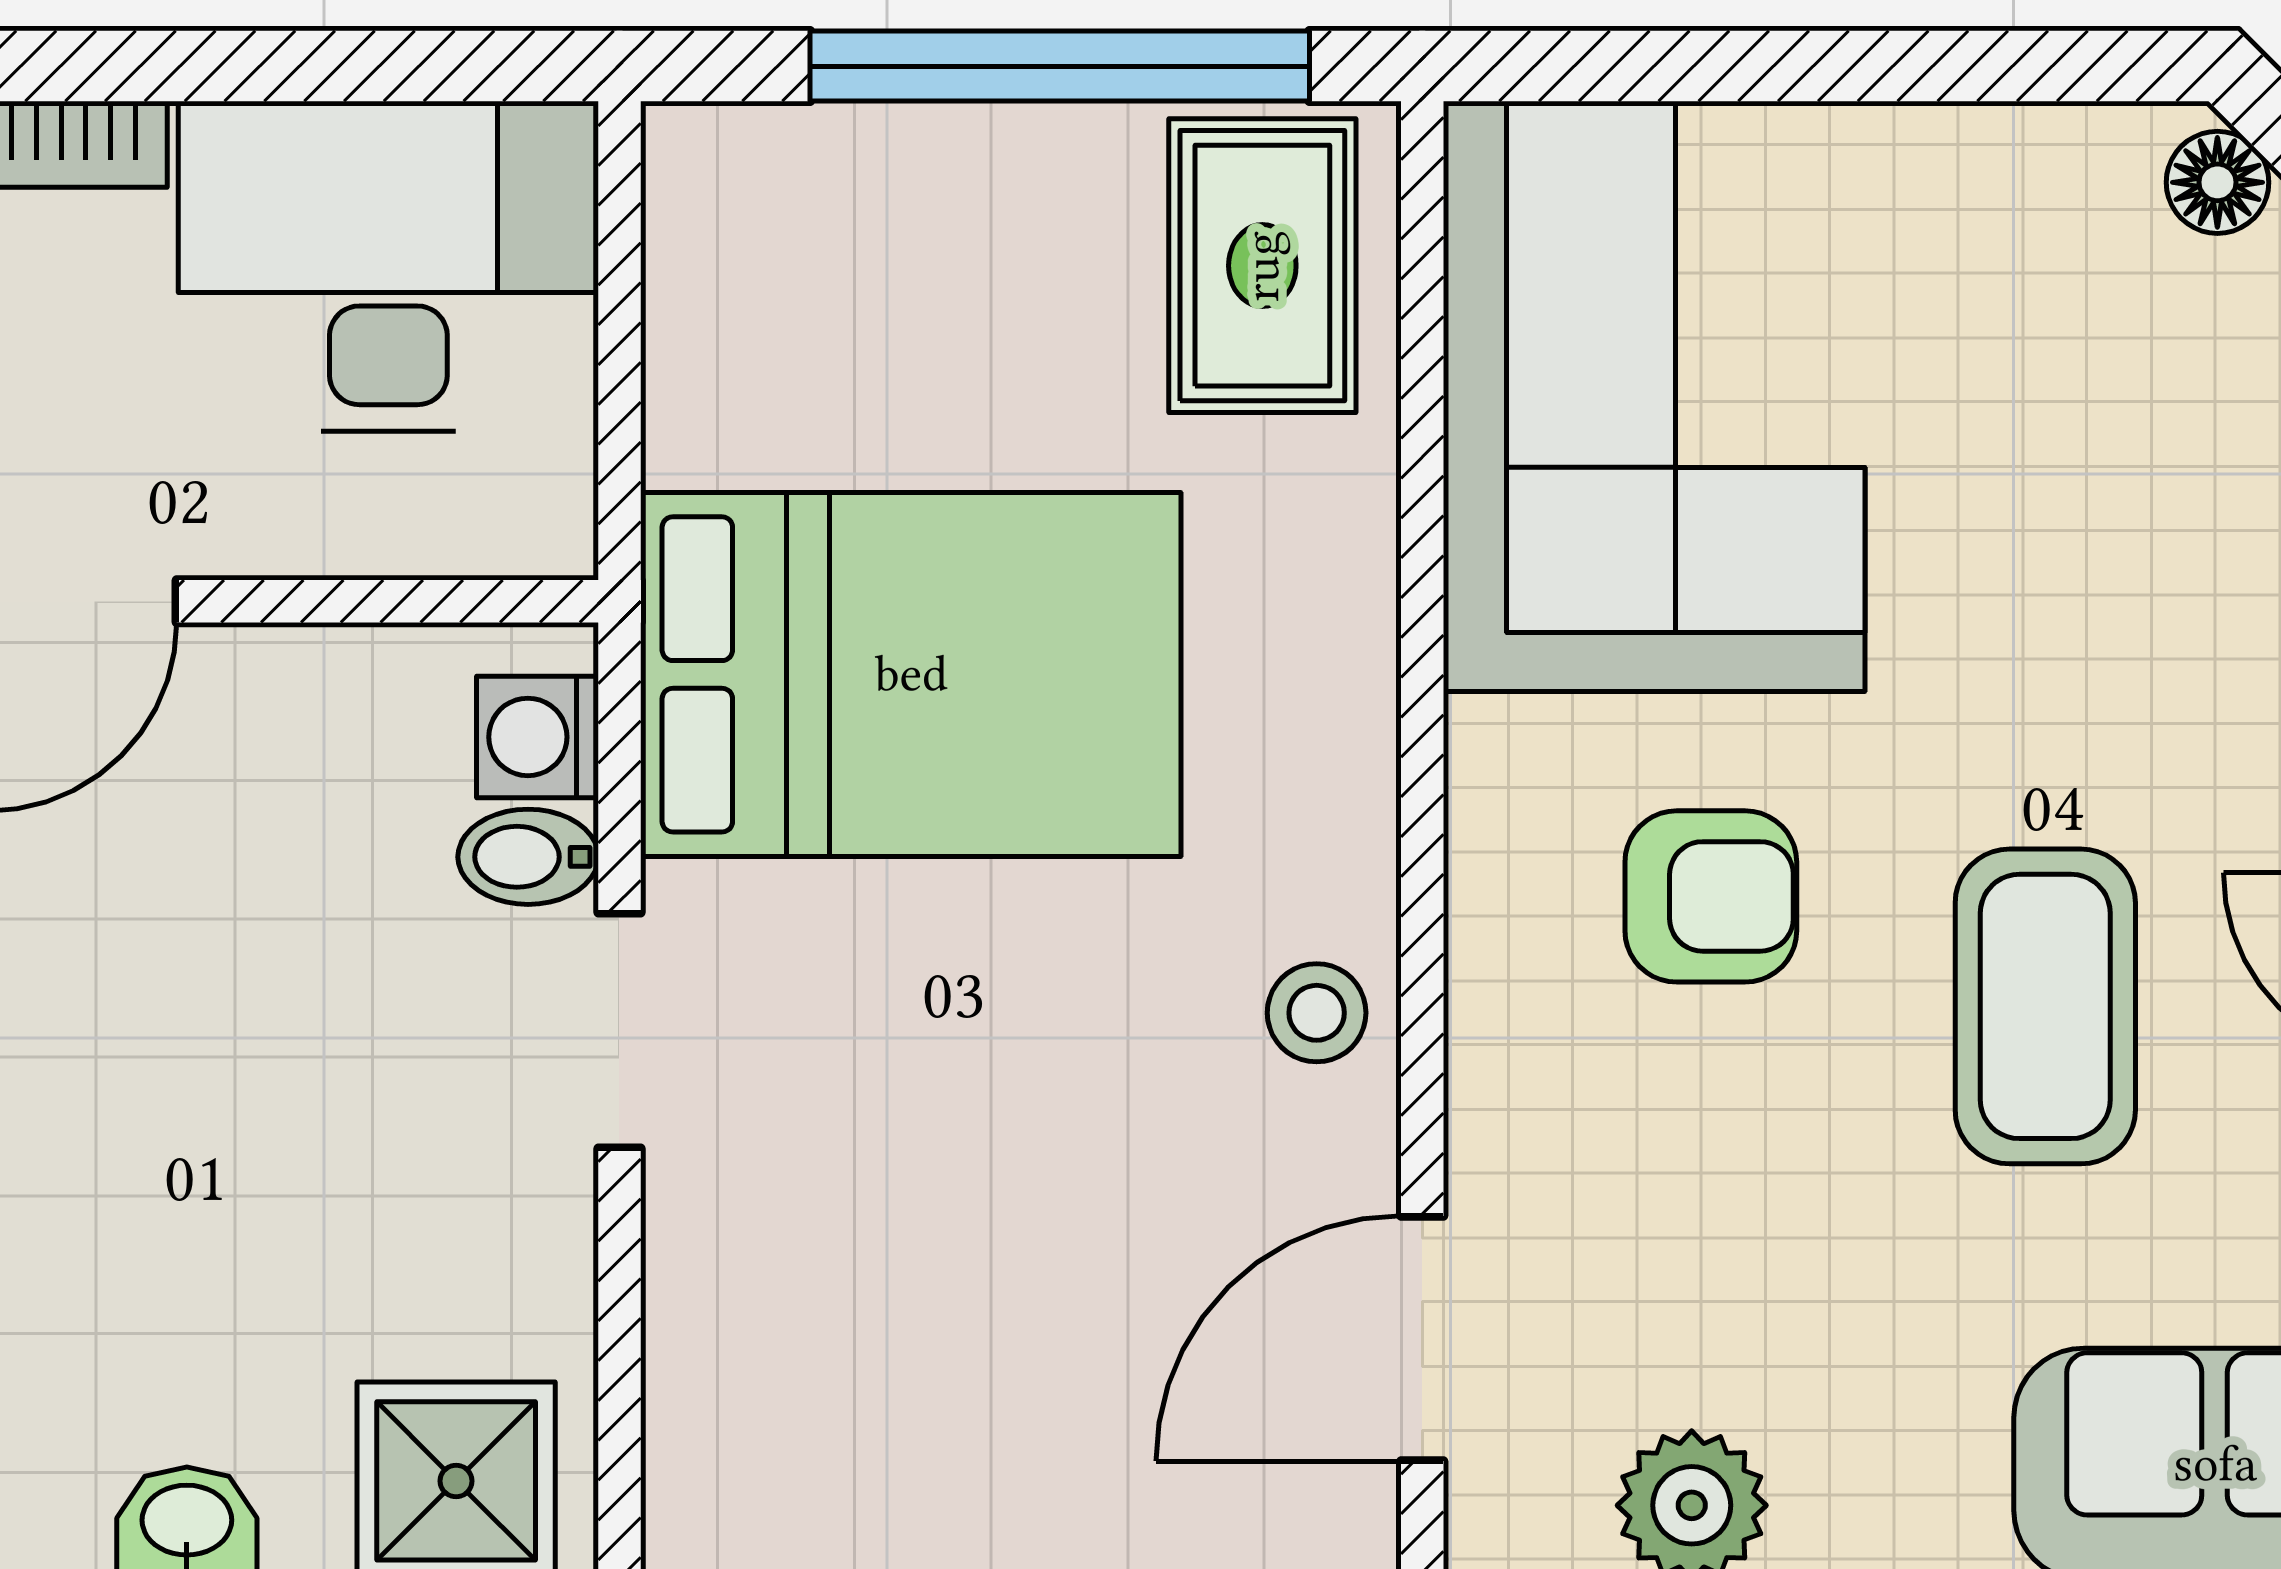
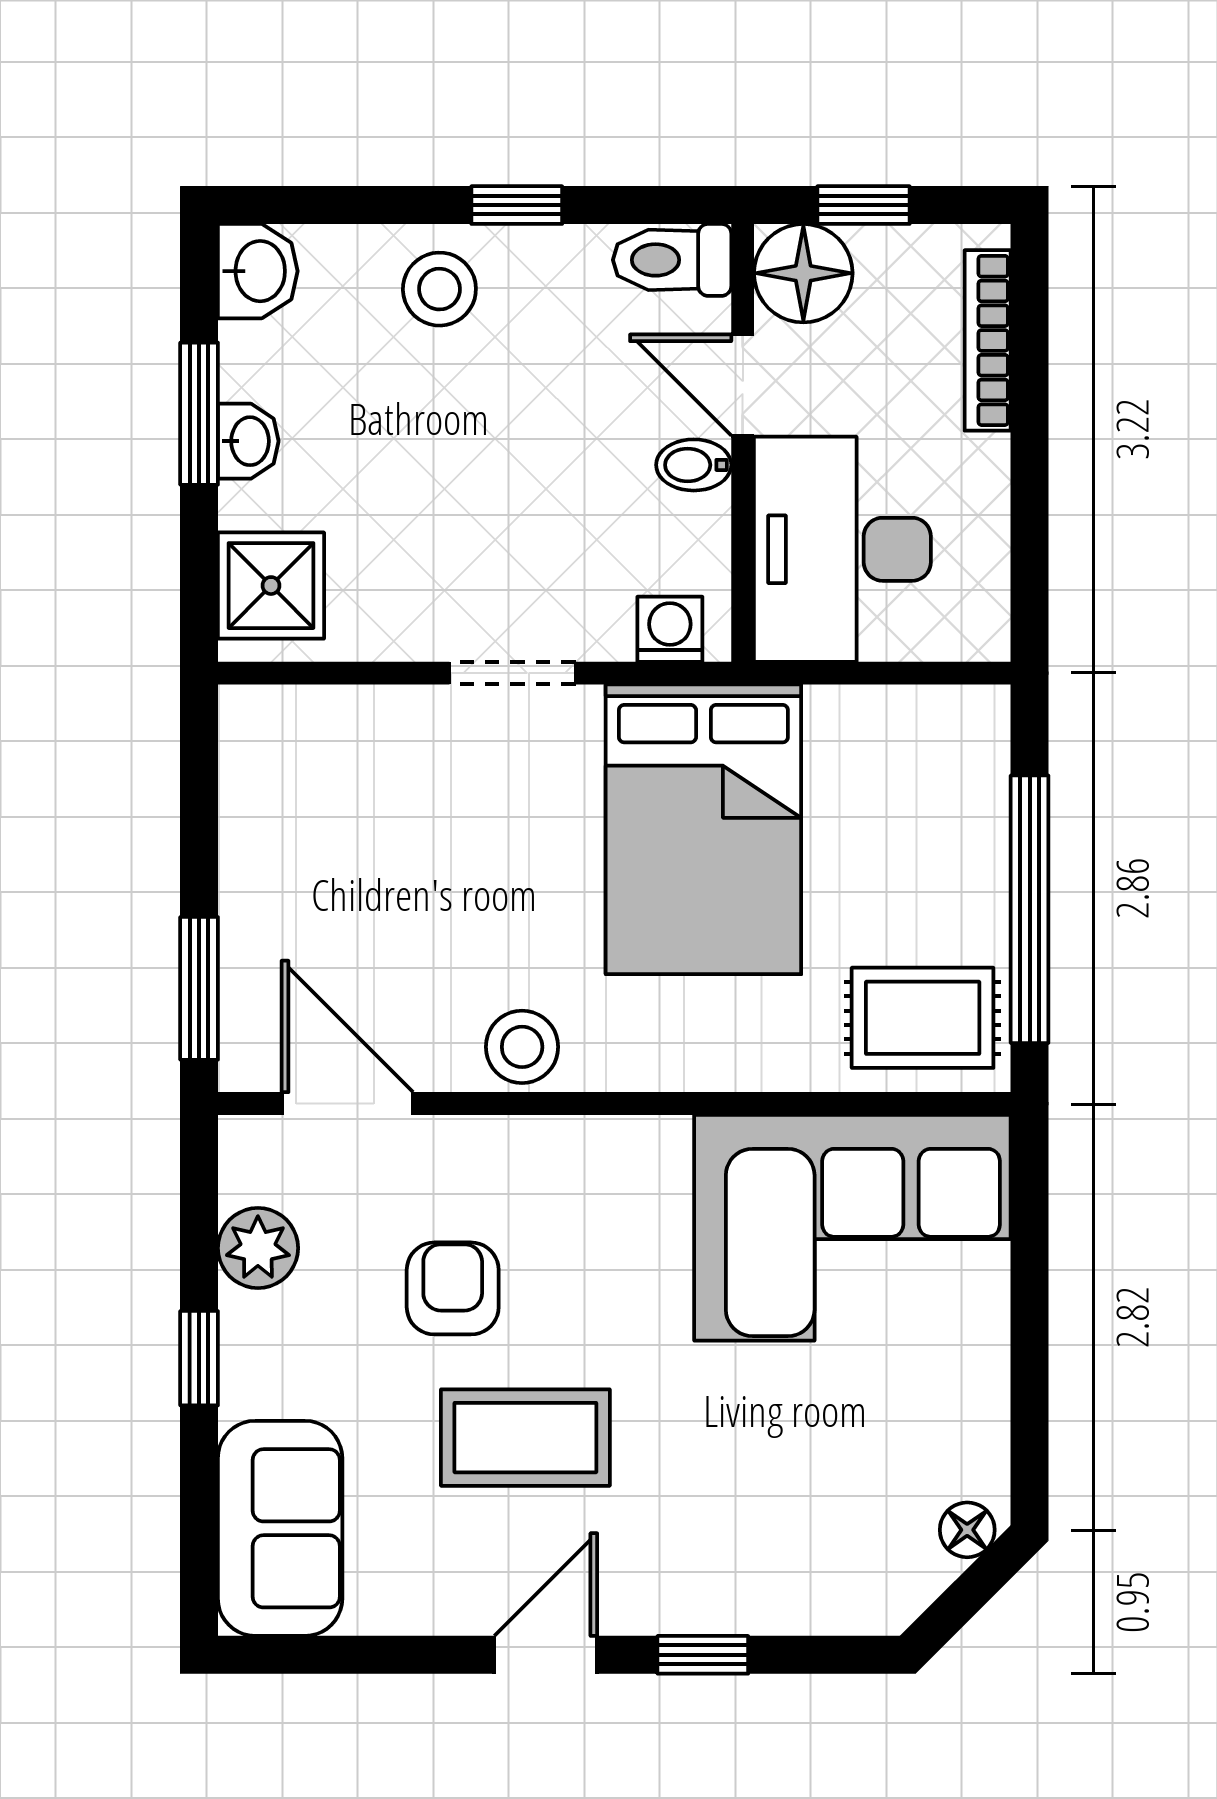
desk: (388, 266) -> (842, 549), moved, turned 180
bidet: (528, 857) -> (694, 465), moved, turned -90
armchair: (1711, 896) -> (453, 1288), moved, turned 180
stool: (1317, 1013) -> (522, 1047), width x1.37, depth x1.37

